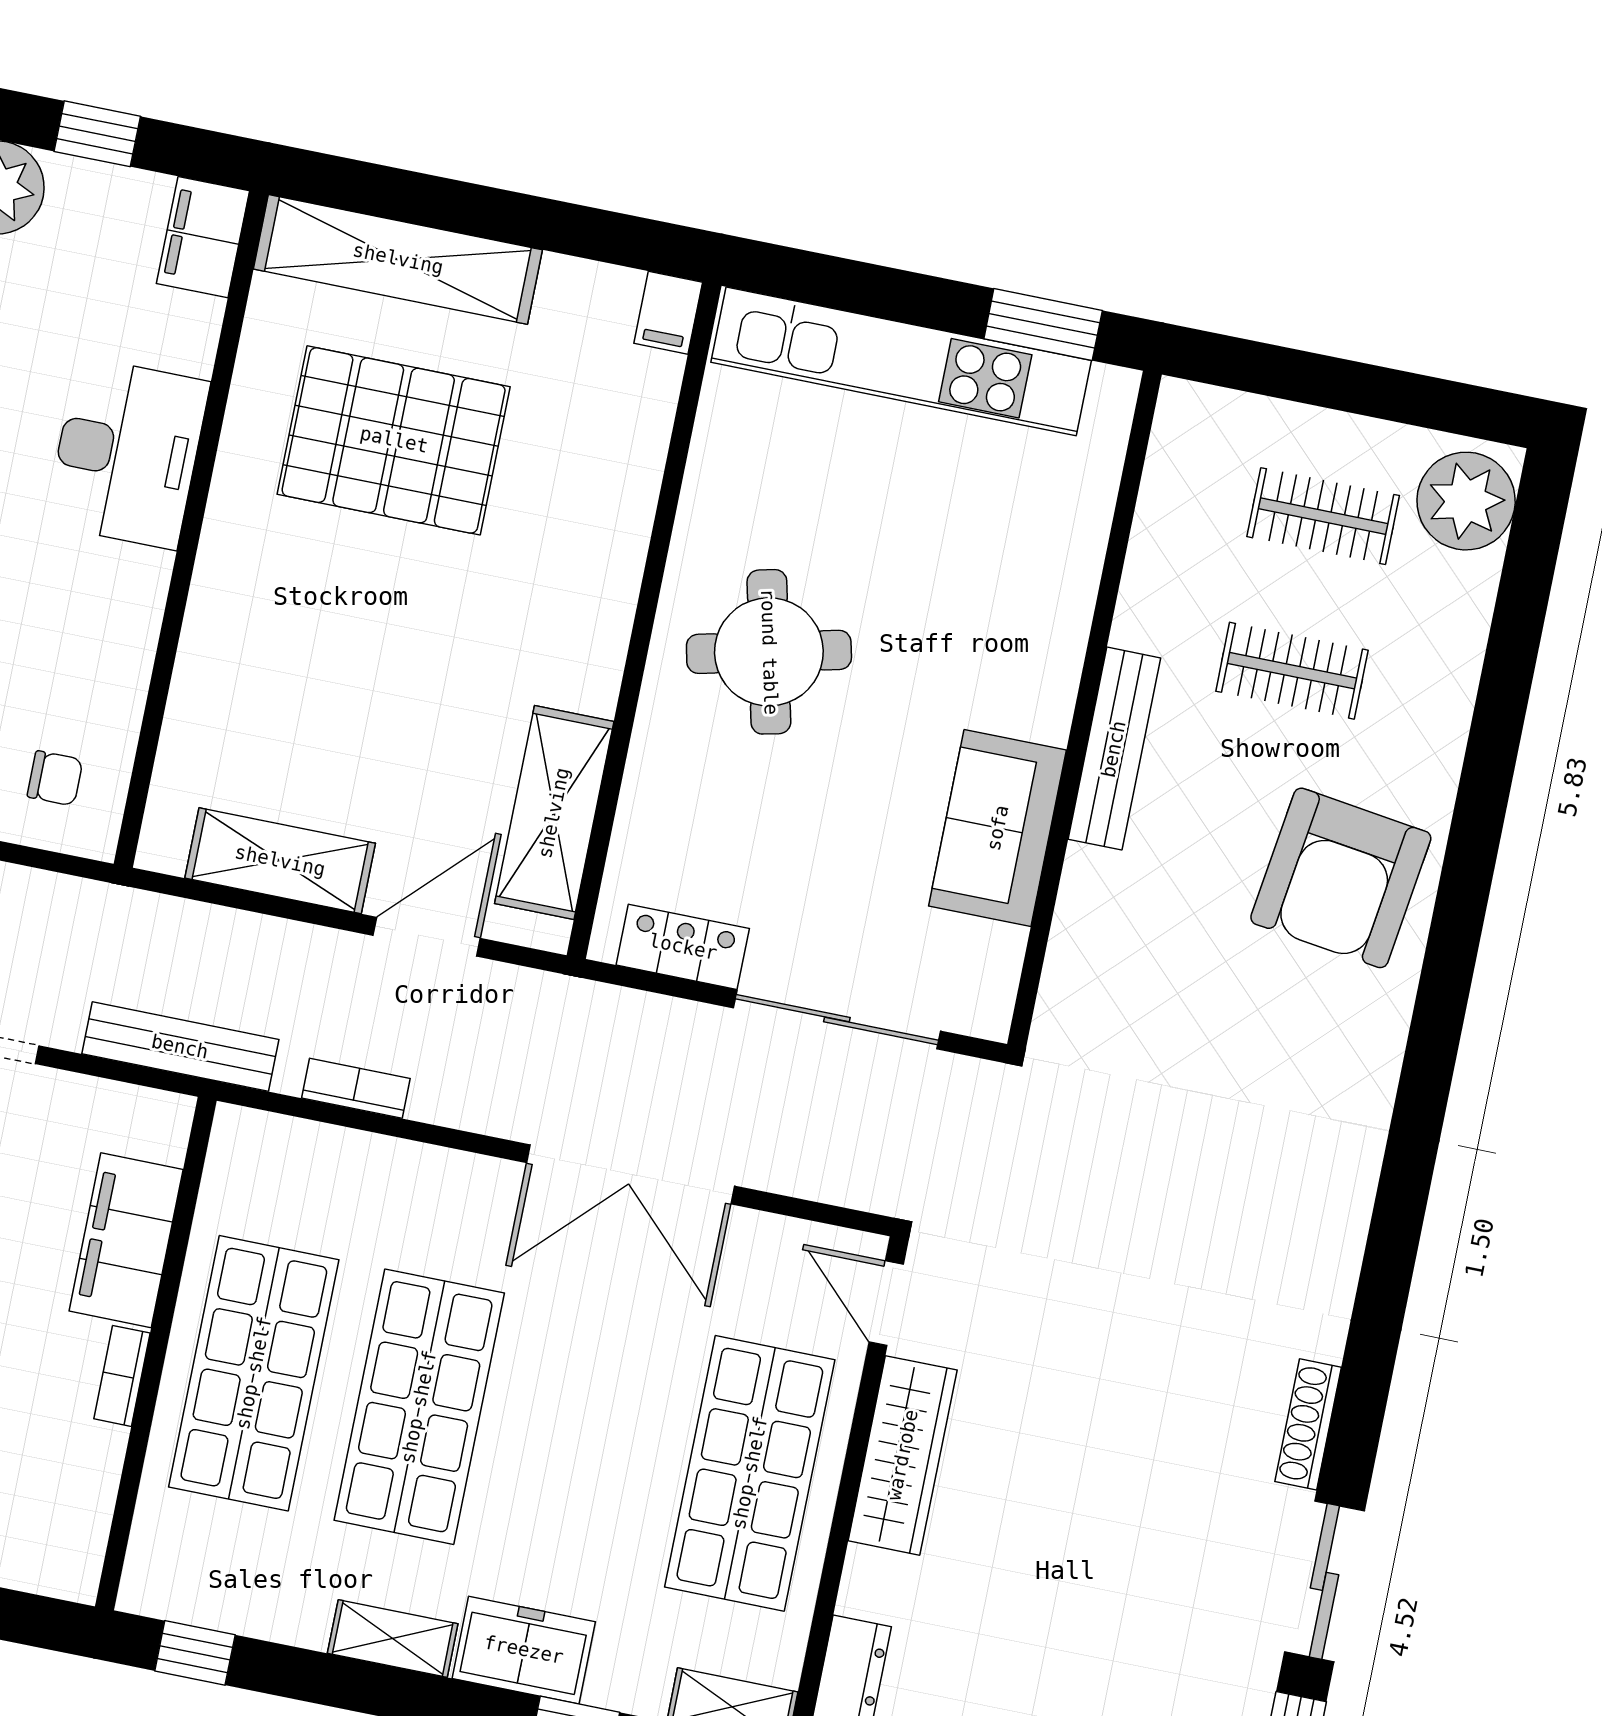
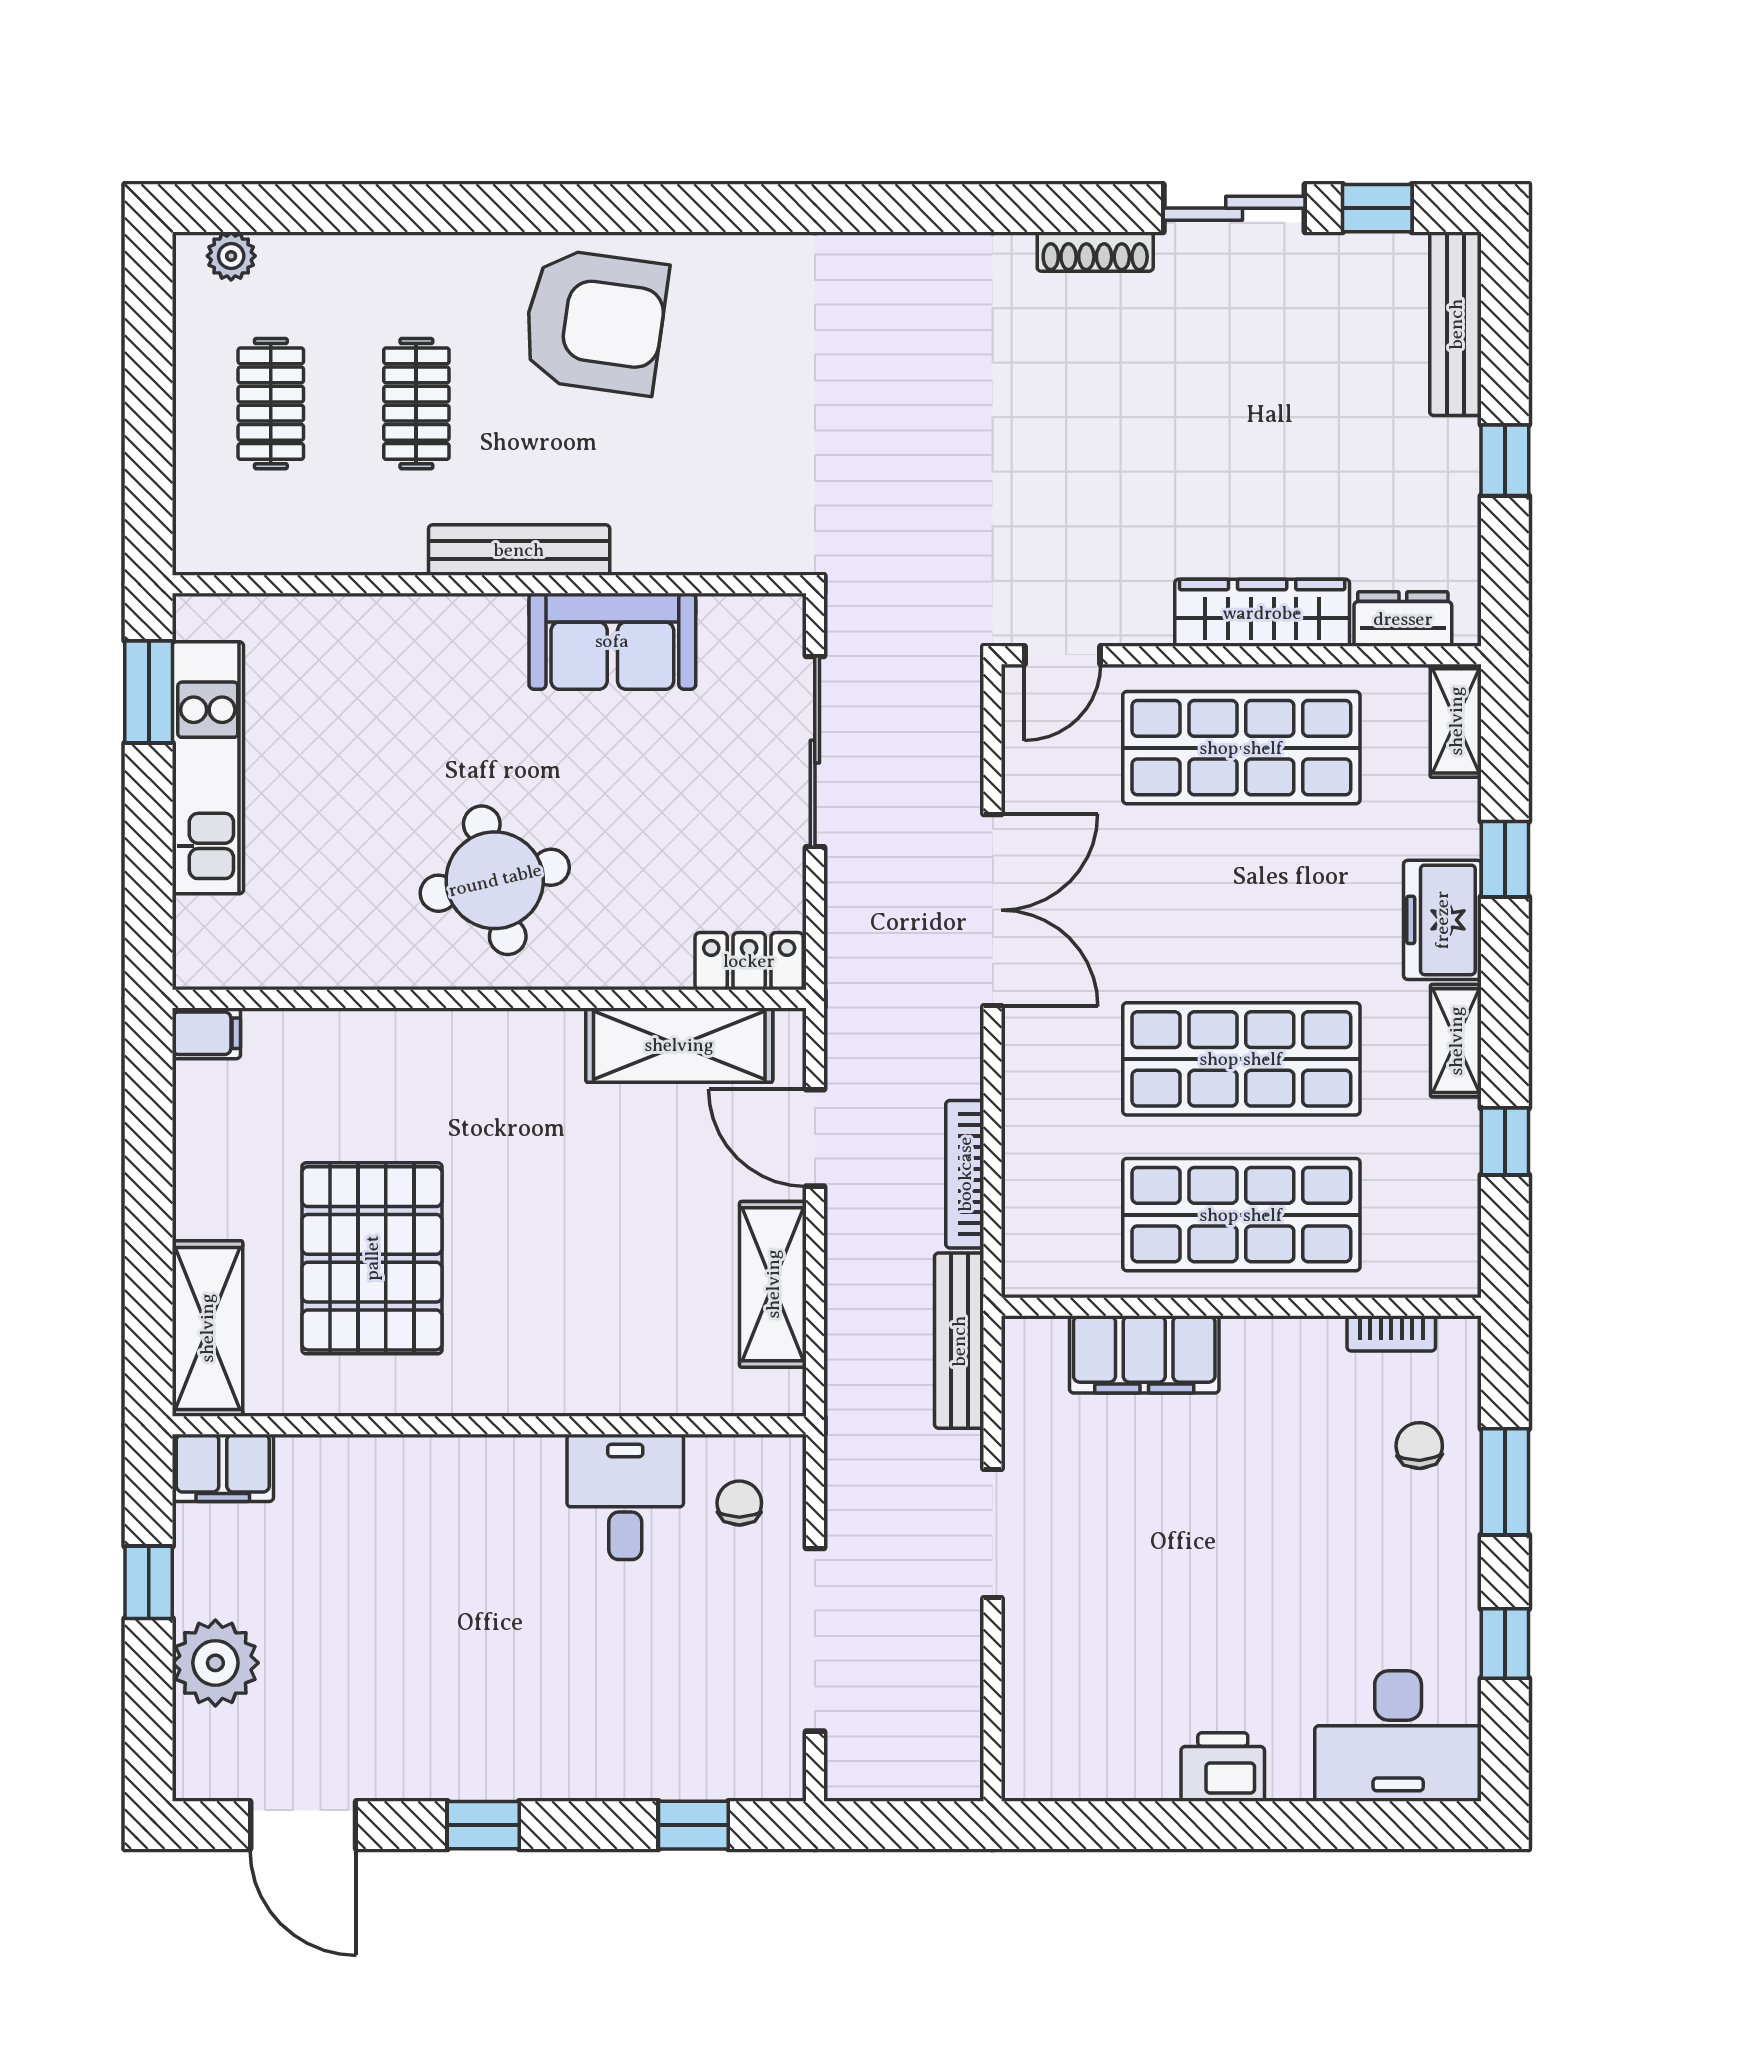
shelving: (398, 259) -> (207, 1328), width x0.68
kitchen unit: (901, 361) -> (208, 768), width x0.73
desk: (127, 453) -> (625, 1497), moved, width x0.73
plant: (1466, 501) -> (231, 256), width x0.53, depth x0.53
locker: (683, 947) -> (749, 961), moved, turned 90
bookcase: (356, 1088) -> (965, 1174), width x1.56
bookcase: (122, 1376) -> (1391, 1333), moved
wardrobe: (903, 1455) -> (1262, 613), moved
window: (195, 1653) -> (1505, 1141), moved

